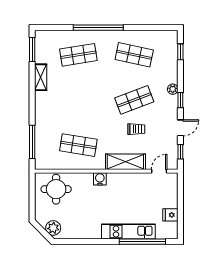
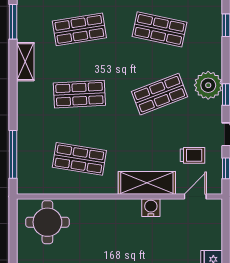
plant: (173, 89) -> (208, 85), width x1.88, depth x1.88
shop shelf: (78, 100) -> (79, 94), added
trolley: (136, 129) -> (192, 155), moved
water cooler: (100, 179) -> (151, 208), moved

